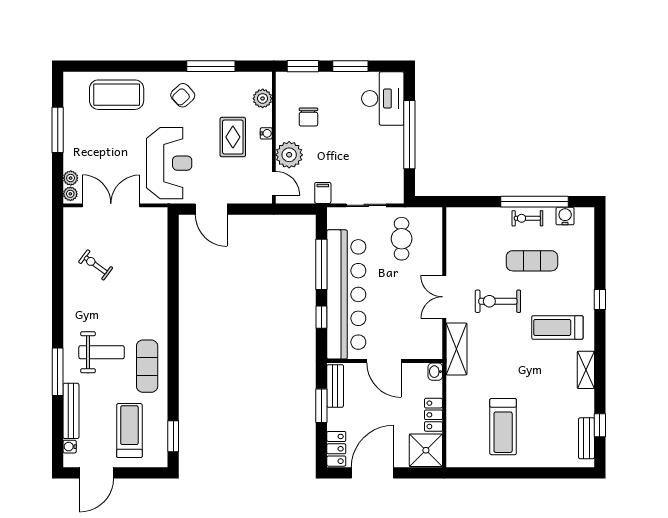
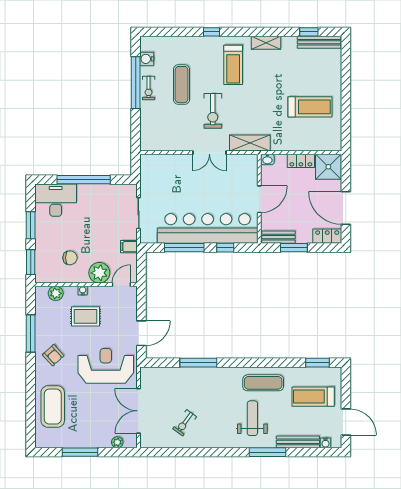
plant: (70, 194) -> (130, 442), removed
cafe table: (402, 239) -> (164, 186), removed
window: (173, 283) -> (198, 363), added
bench: (586, 438) -> (319, 42), width x1.36

